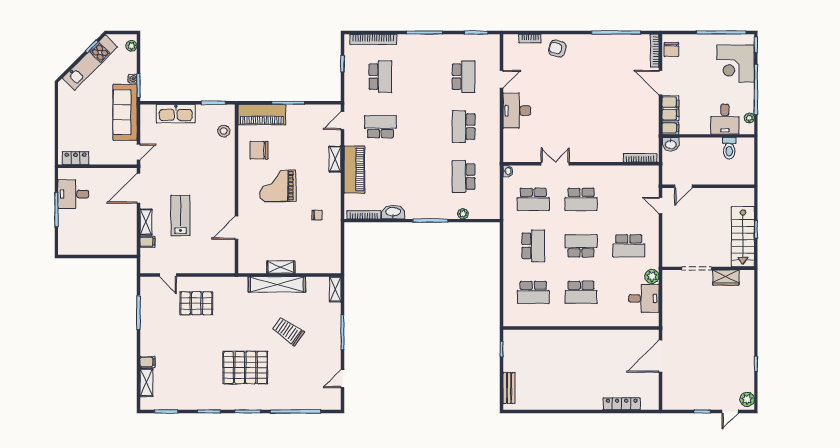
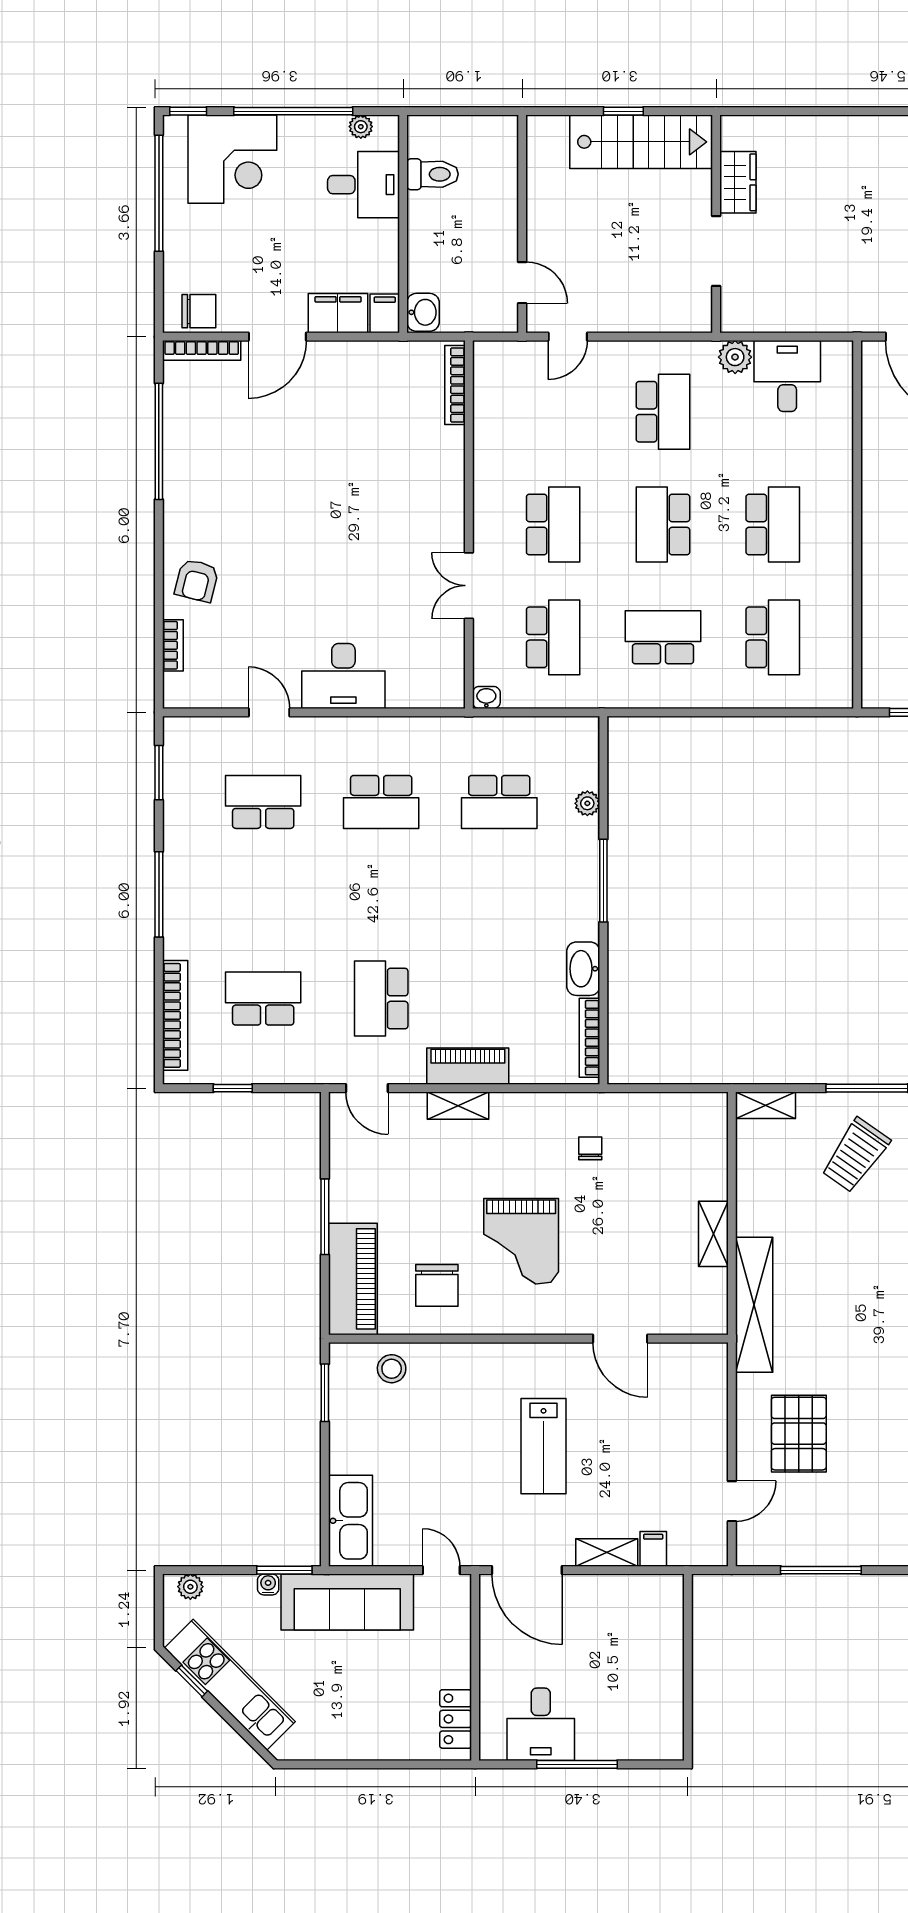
kitchen sink: (176, 114) -> (350, 1521), moved
piano: (354, 170) -> (468, 1066), width x0.73, depth x0.75
lab bench: (180, 215) -> (544, 1446), moved, turned -90
shelving: (277, 284) -> (754, 1305), moved
trolley: (288, 331) -> (856, 1155), moved

